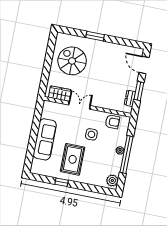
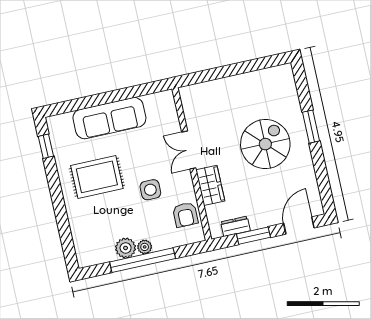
spiral stairs: (72, 61) -> (265, 144), moved
wardrobe: (60, 94) -> (210, 185), moved
double door: (79, 105) -> (189, 150), swing flipped
plant: (112, 181) -> (126, 248), moved
window: (62, 182) -> (46, 146), moved

